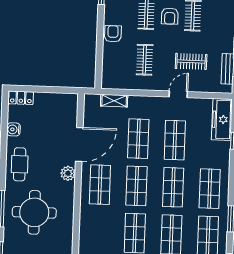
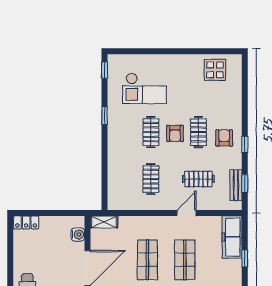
armchair: (113, 34) -> (224, 138), moved
shelving: (114, 101) -> (104, 222), moved
water cooler: (13, 129) -> (78, 234), moved, turned 180

